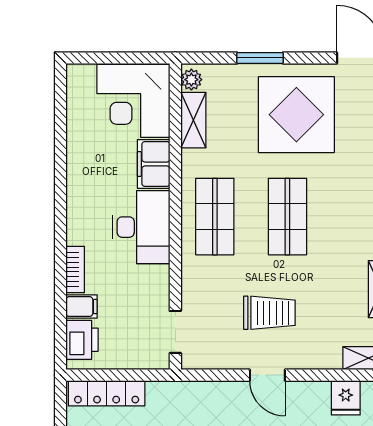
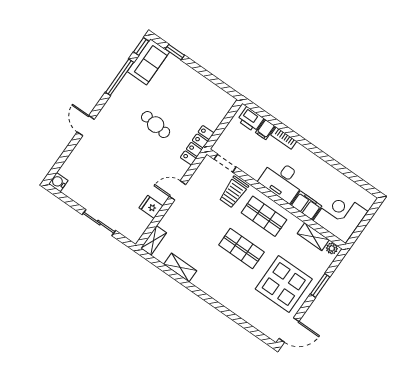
trolley: (269, 313) -> (234, 192), moved
locker: (107, 393) -> (197, 145), moved
fridge: (346, 398) -> (151, 207), moved

